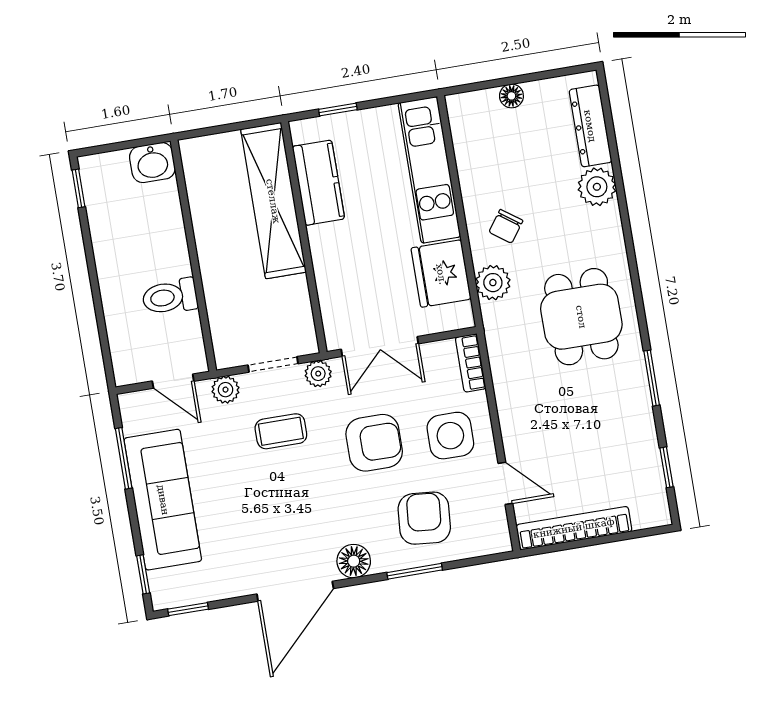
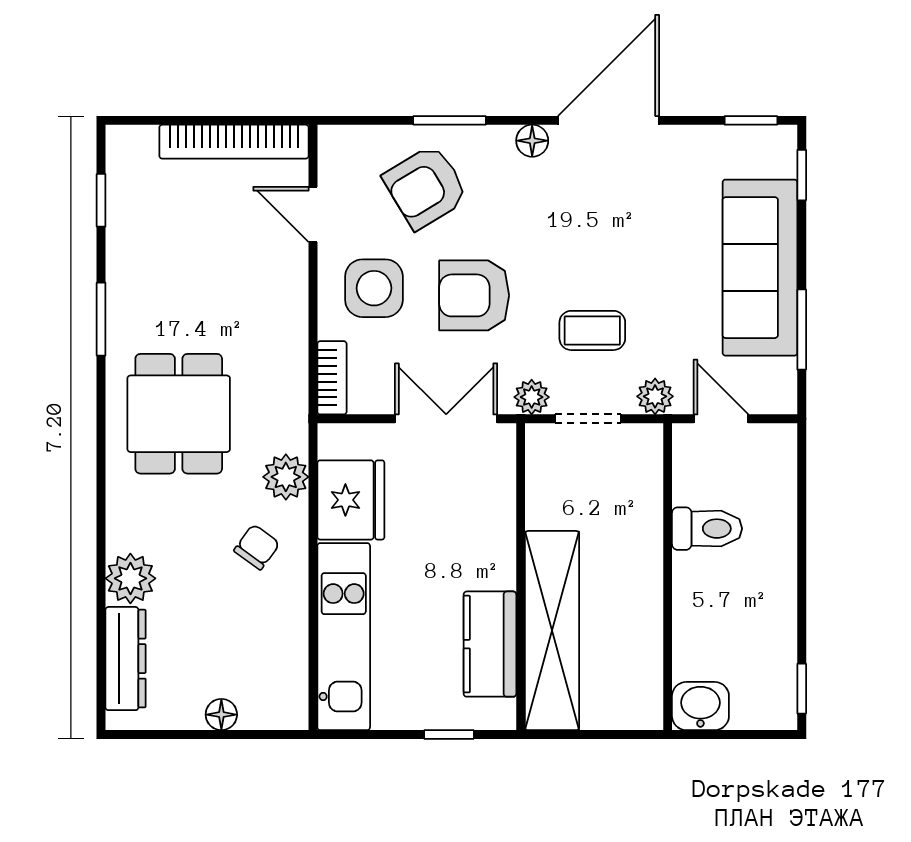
armchair: (424, 518) -> (426, 187), turned 54
floor lamp: (354, 561) -> (532, 141), width x0.73, depth x0.73

